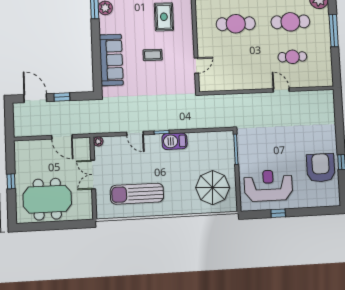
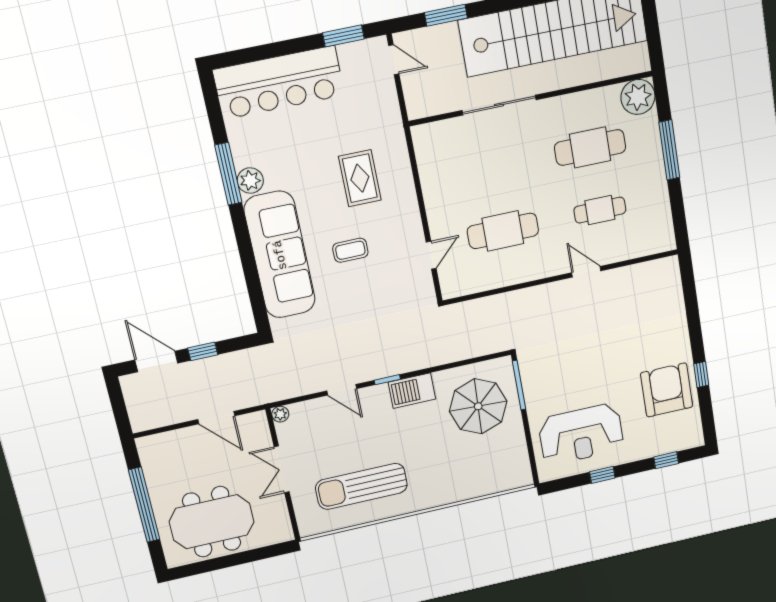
cafe table: (236, 24) -> (503, 231), moved
sofa: (111, 60) -> (280, 255), width x1.36, depth x1.27
window: (11, 181) -> (144, 505), width x3.17
reception desk: (268, 186) -> (581, 434), turned 180
parasol: (213, 188) -> (478, 406), moved
window: (317, 211) -> (666, 460), added

